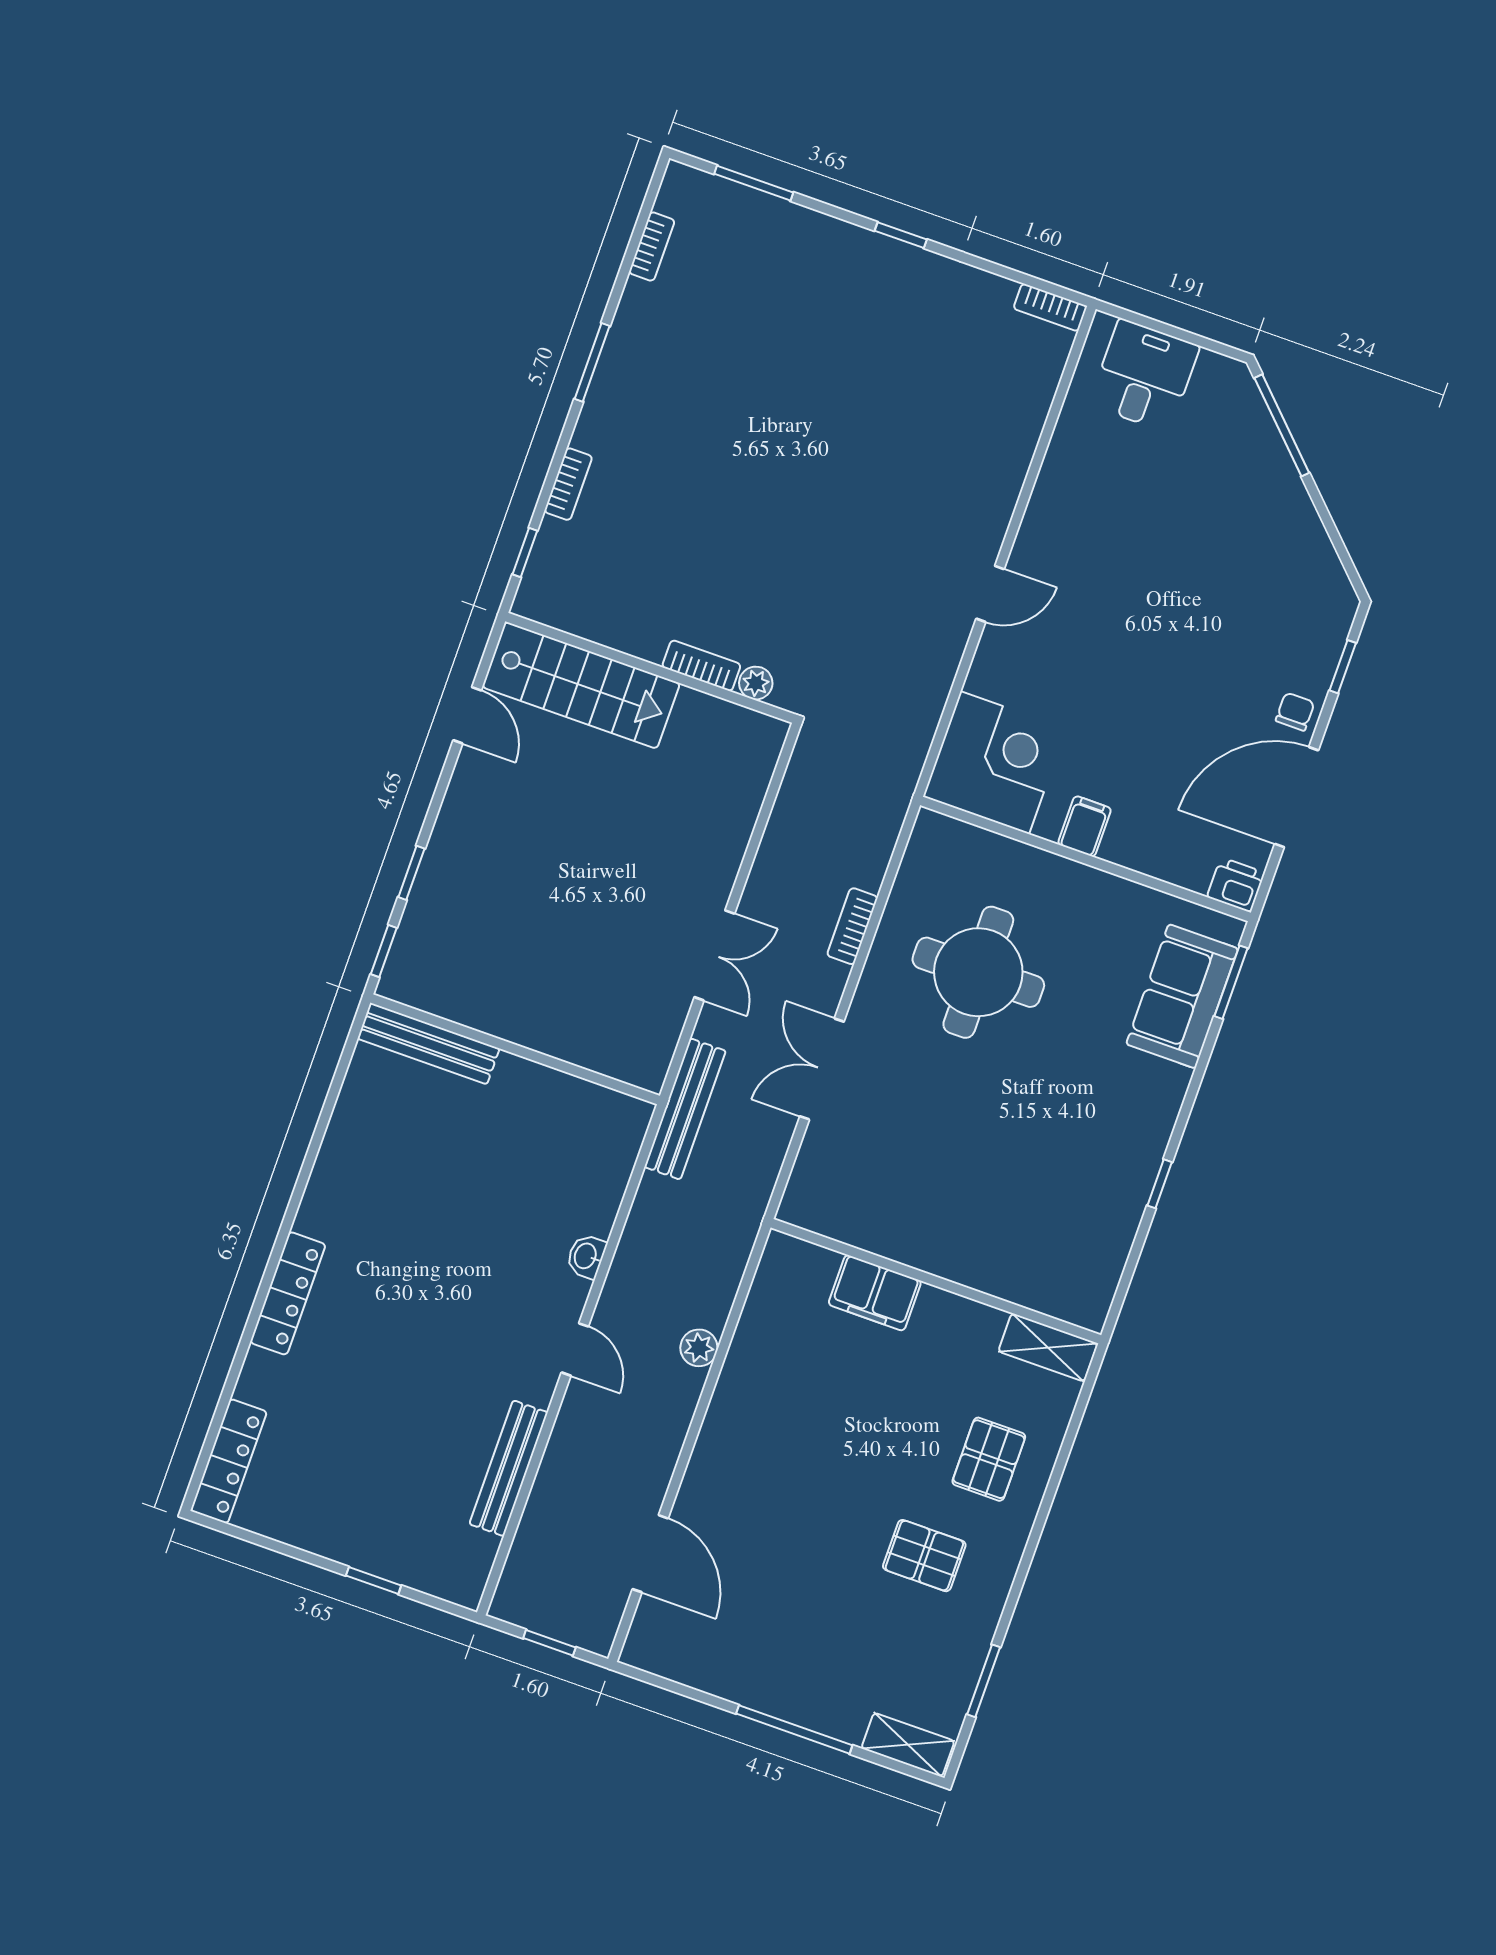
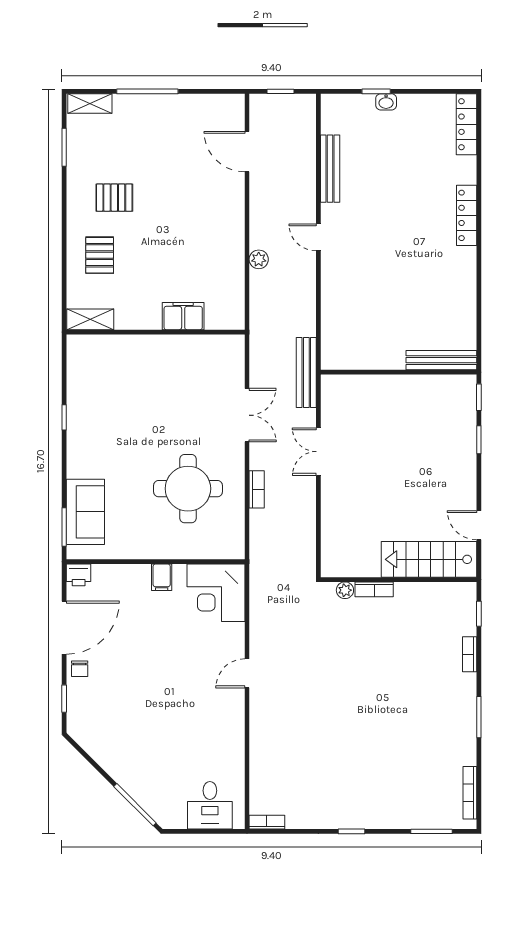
bookcase: (652, 247) -> (470, 793), width x1.56
washbasin: (586, 1256) -> (386, 102), moved, turned 90

